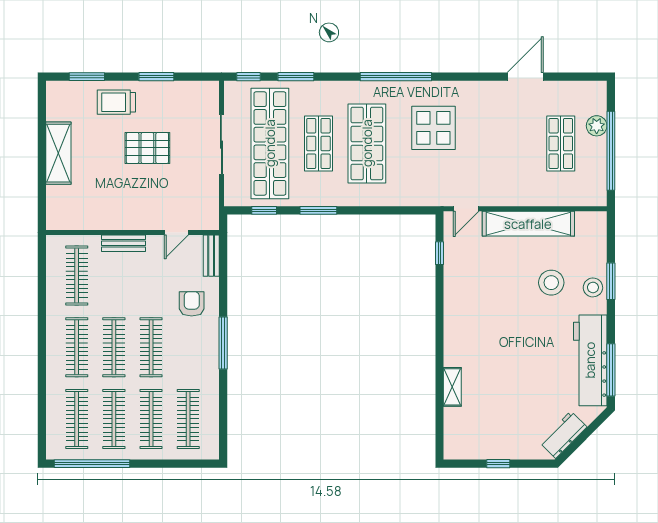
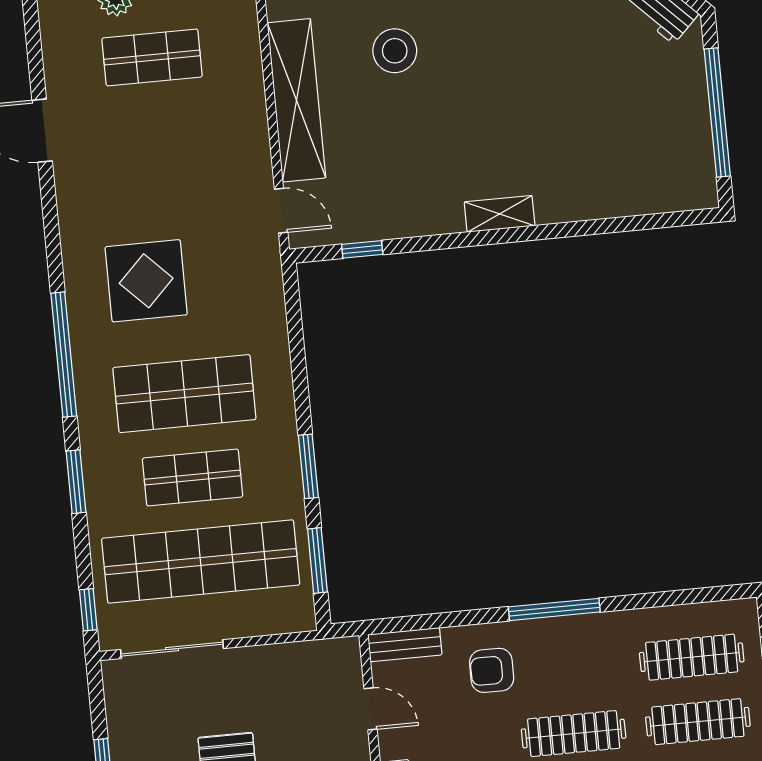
window: (296, 77) -> (76, 482), moved
sliding door: (221, 145) -> (172, 649), moved
window: (264, 210) -> (317, 561), width x1.50
shelving: (452, 387) -> (500, 214), moved
window: (498, 464) -> (717, 112), width x3.17

